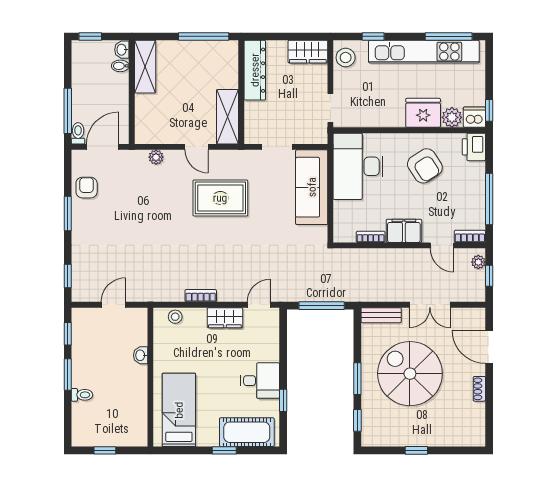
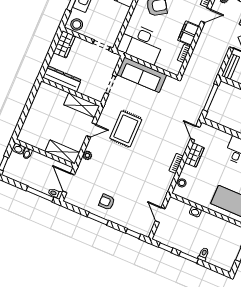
window: (204, 36) -> (31, 99), removed
shelving: (145, 67) -> (62, 152), moved
armchair: (87, 188) -> (107, 202), moved

